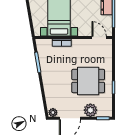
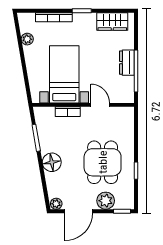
door: (99, 37) -> (100, 105), moved
floor lamp: (49, 81) -> (52, 162), added
dining table: (88, 81) -> (103, 162), turned 90

